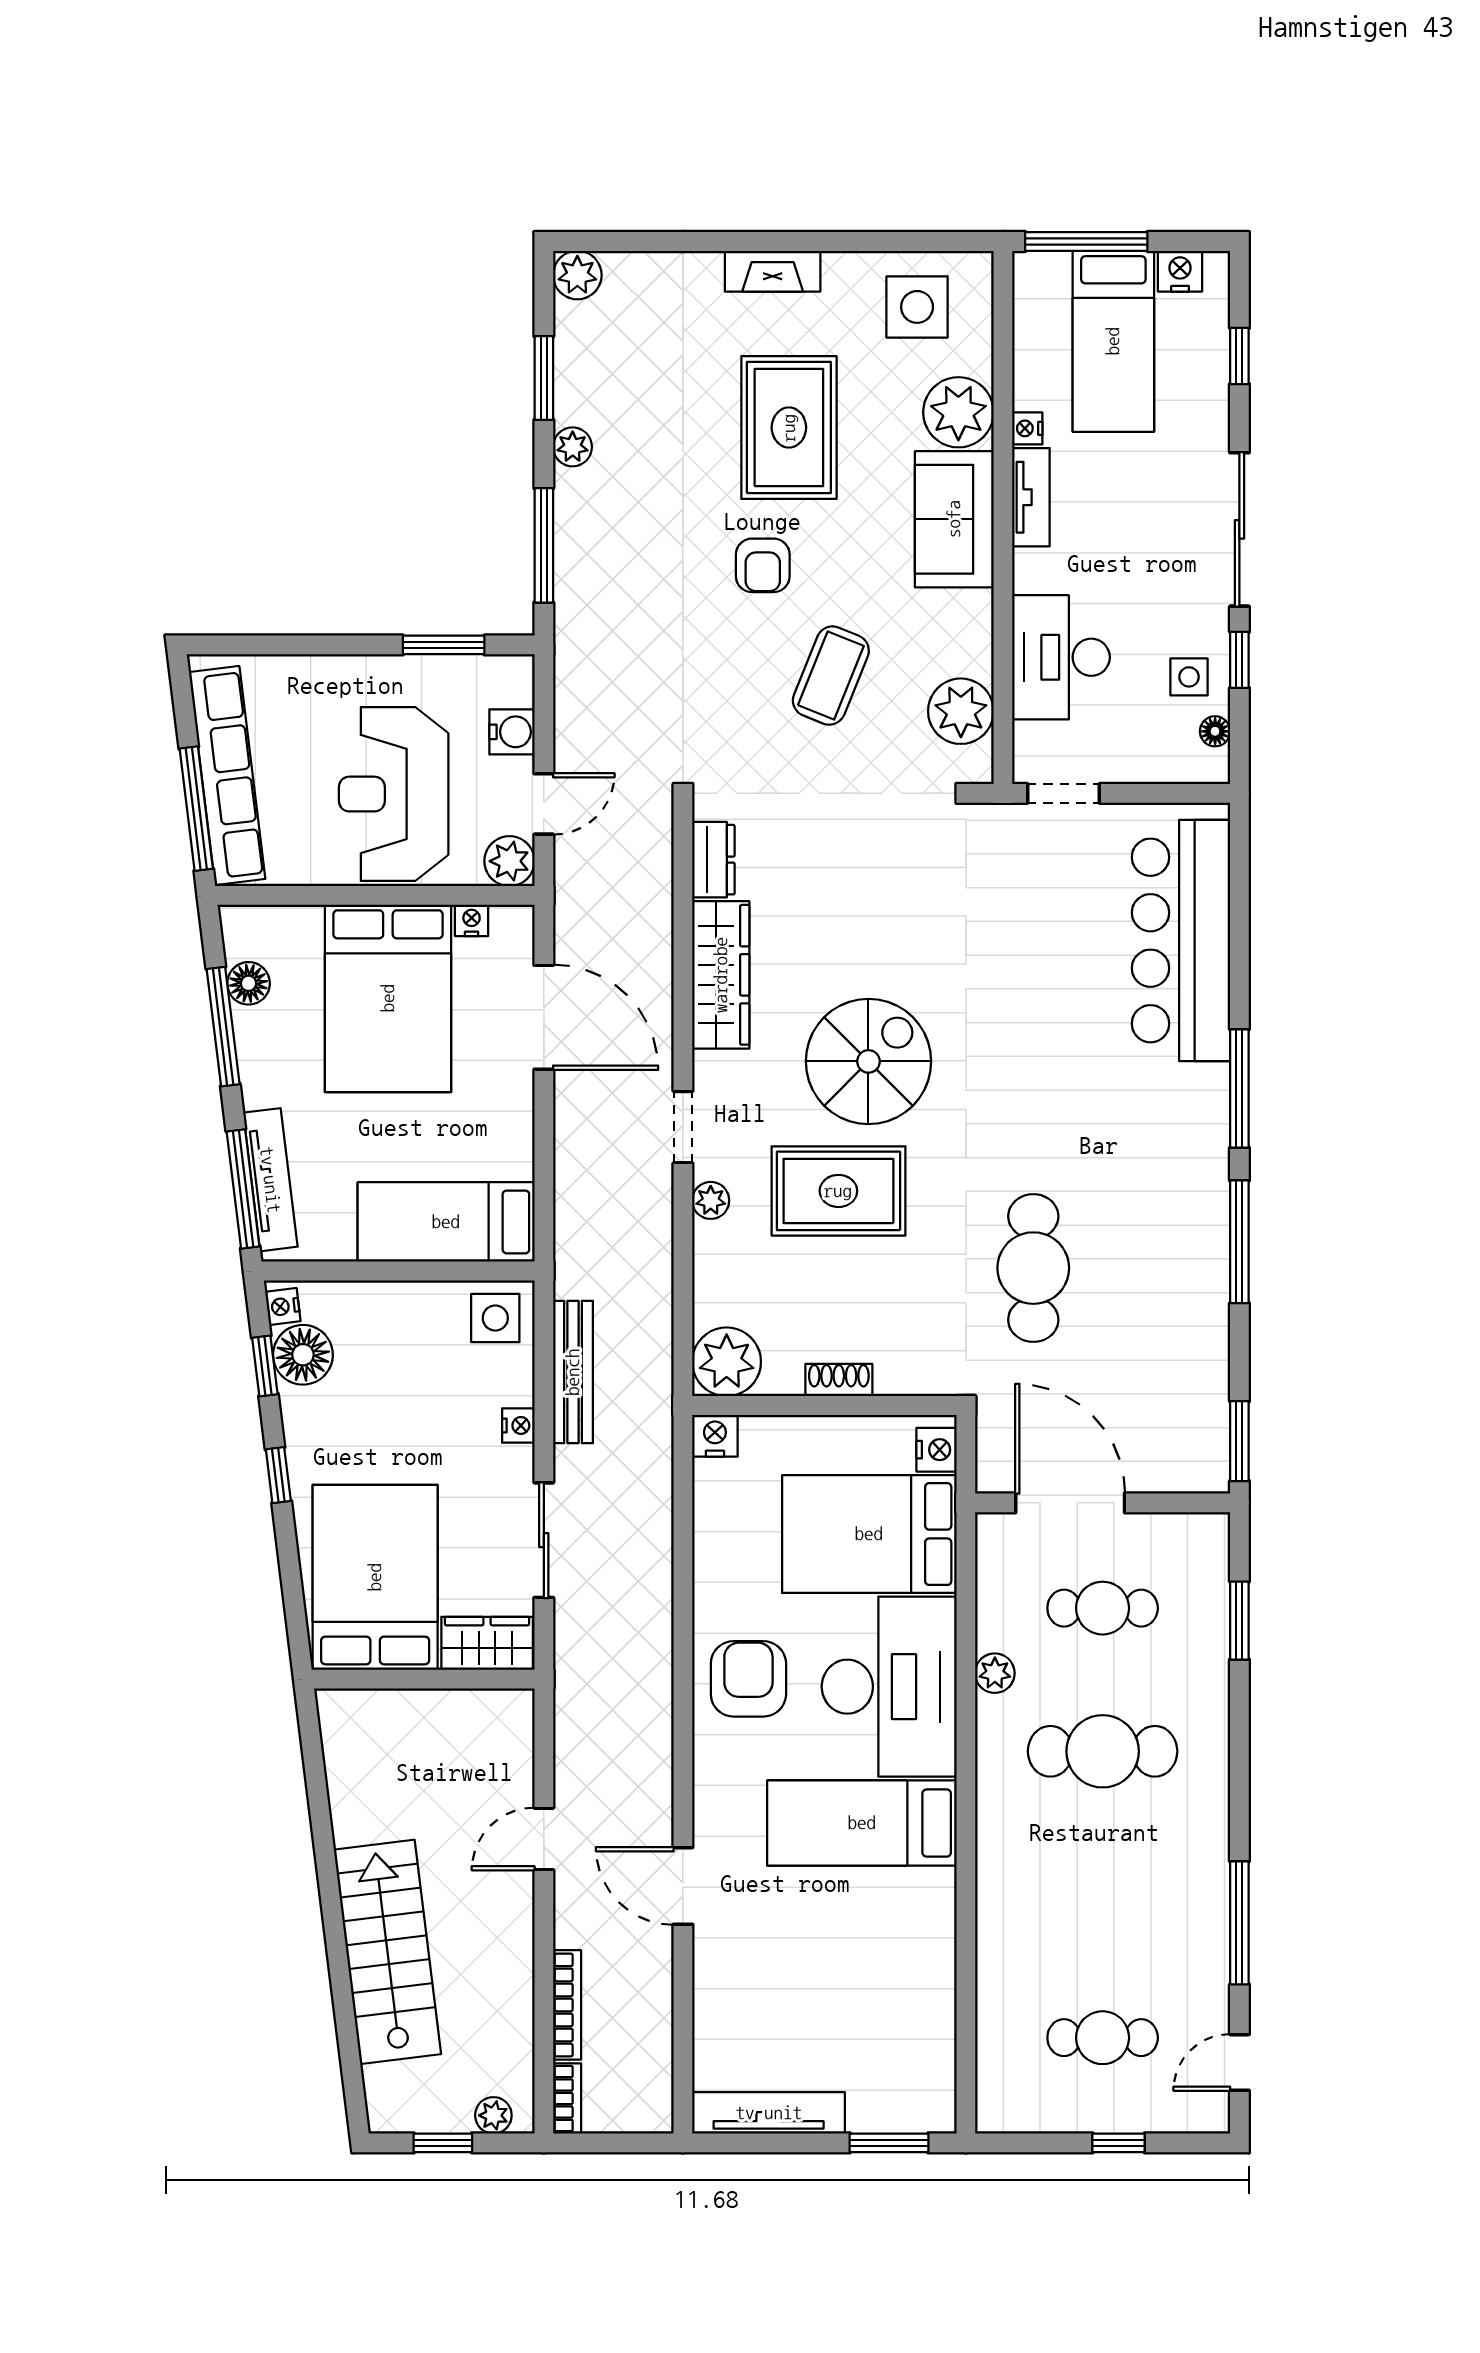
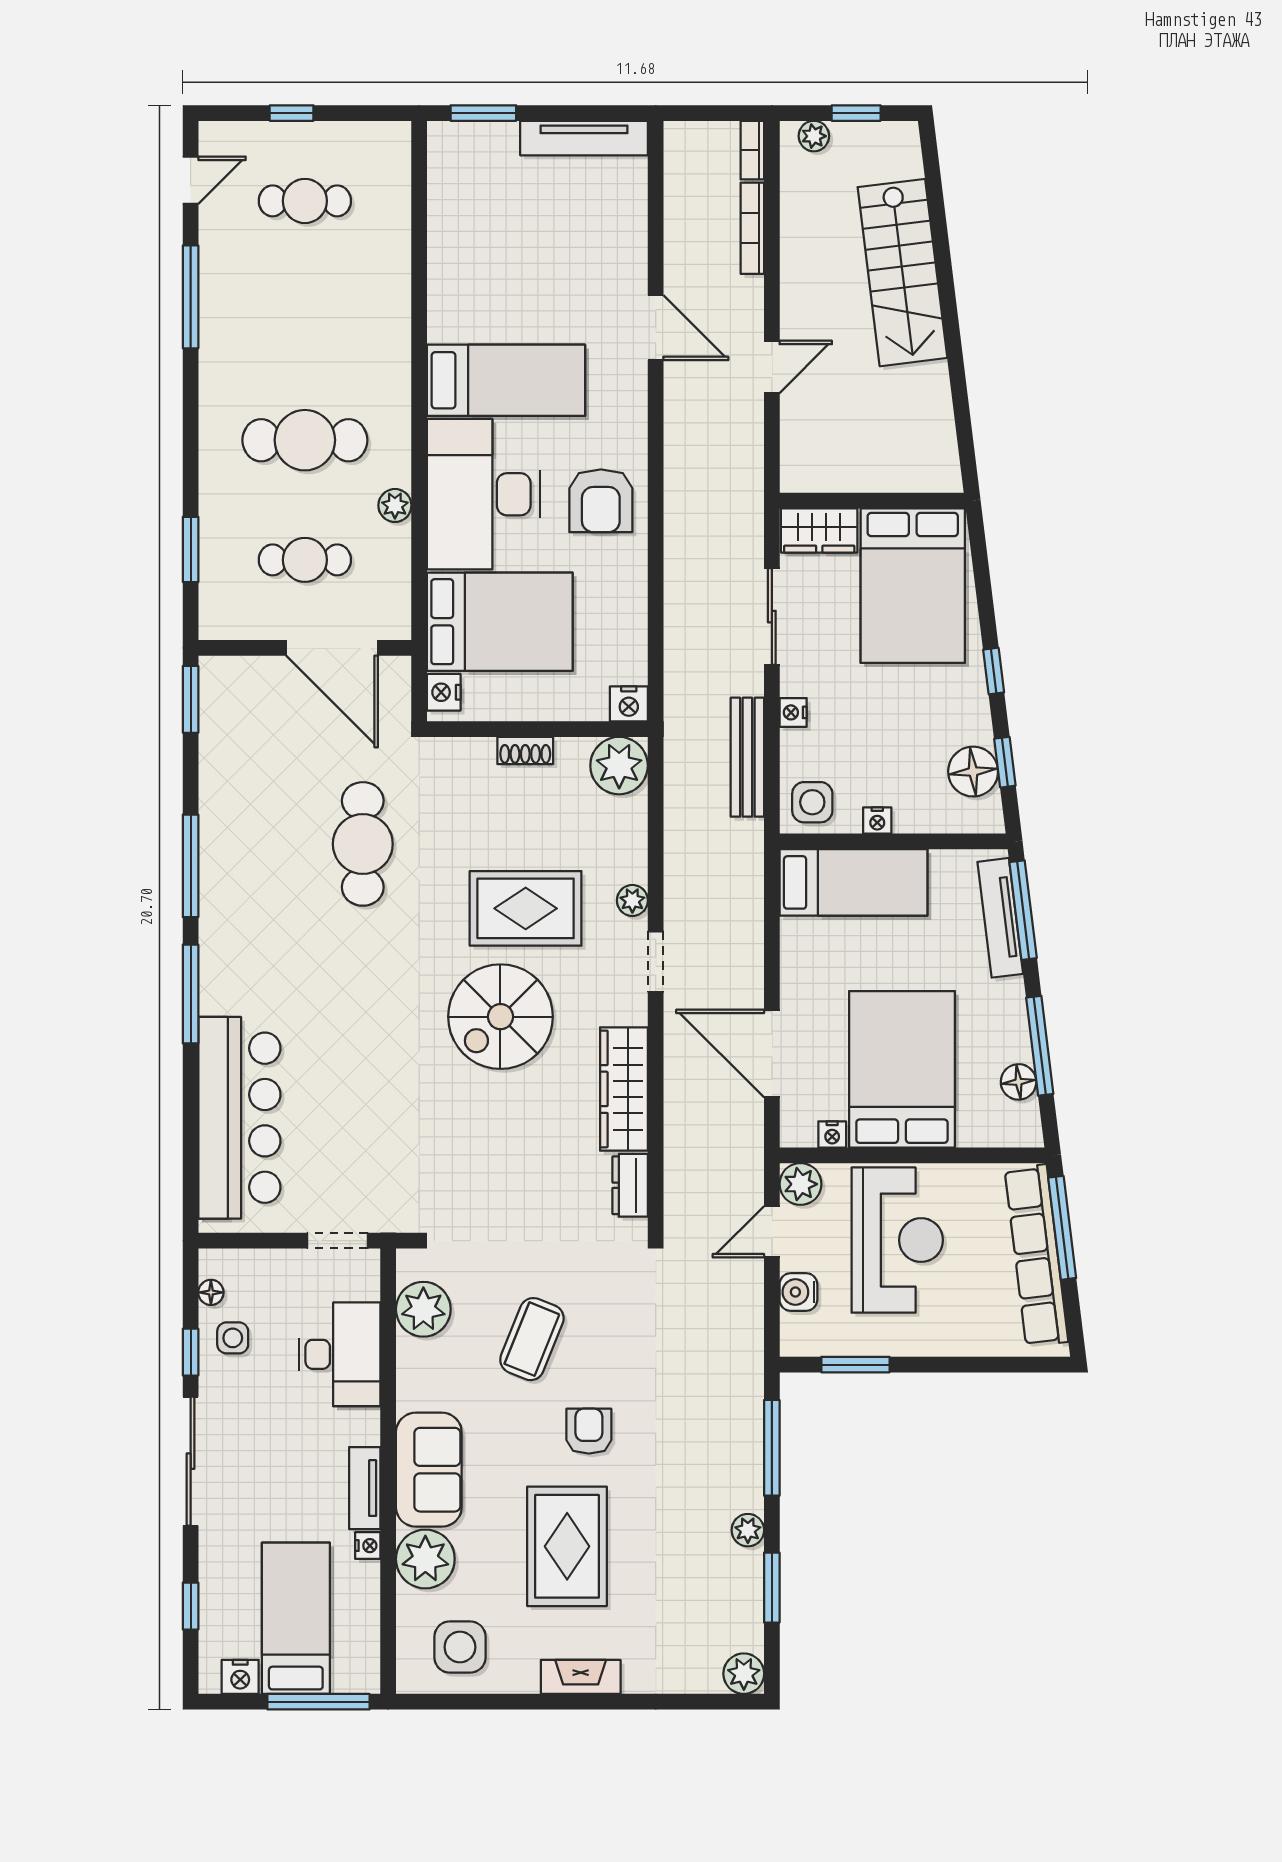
nightstand: (283, 1306) -> (877, 821), moved, turned 97

